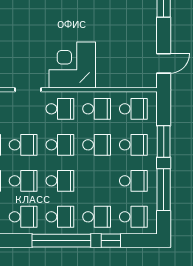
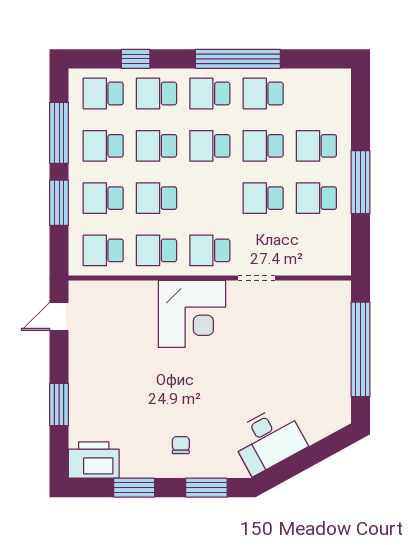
school desk: (60, 145) -> (156, 146), moved
window: (61, 241) -> (238, 59), moved

